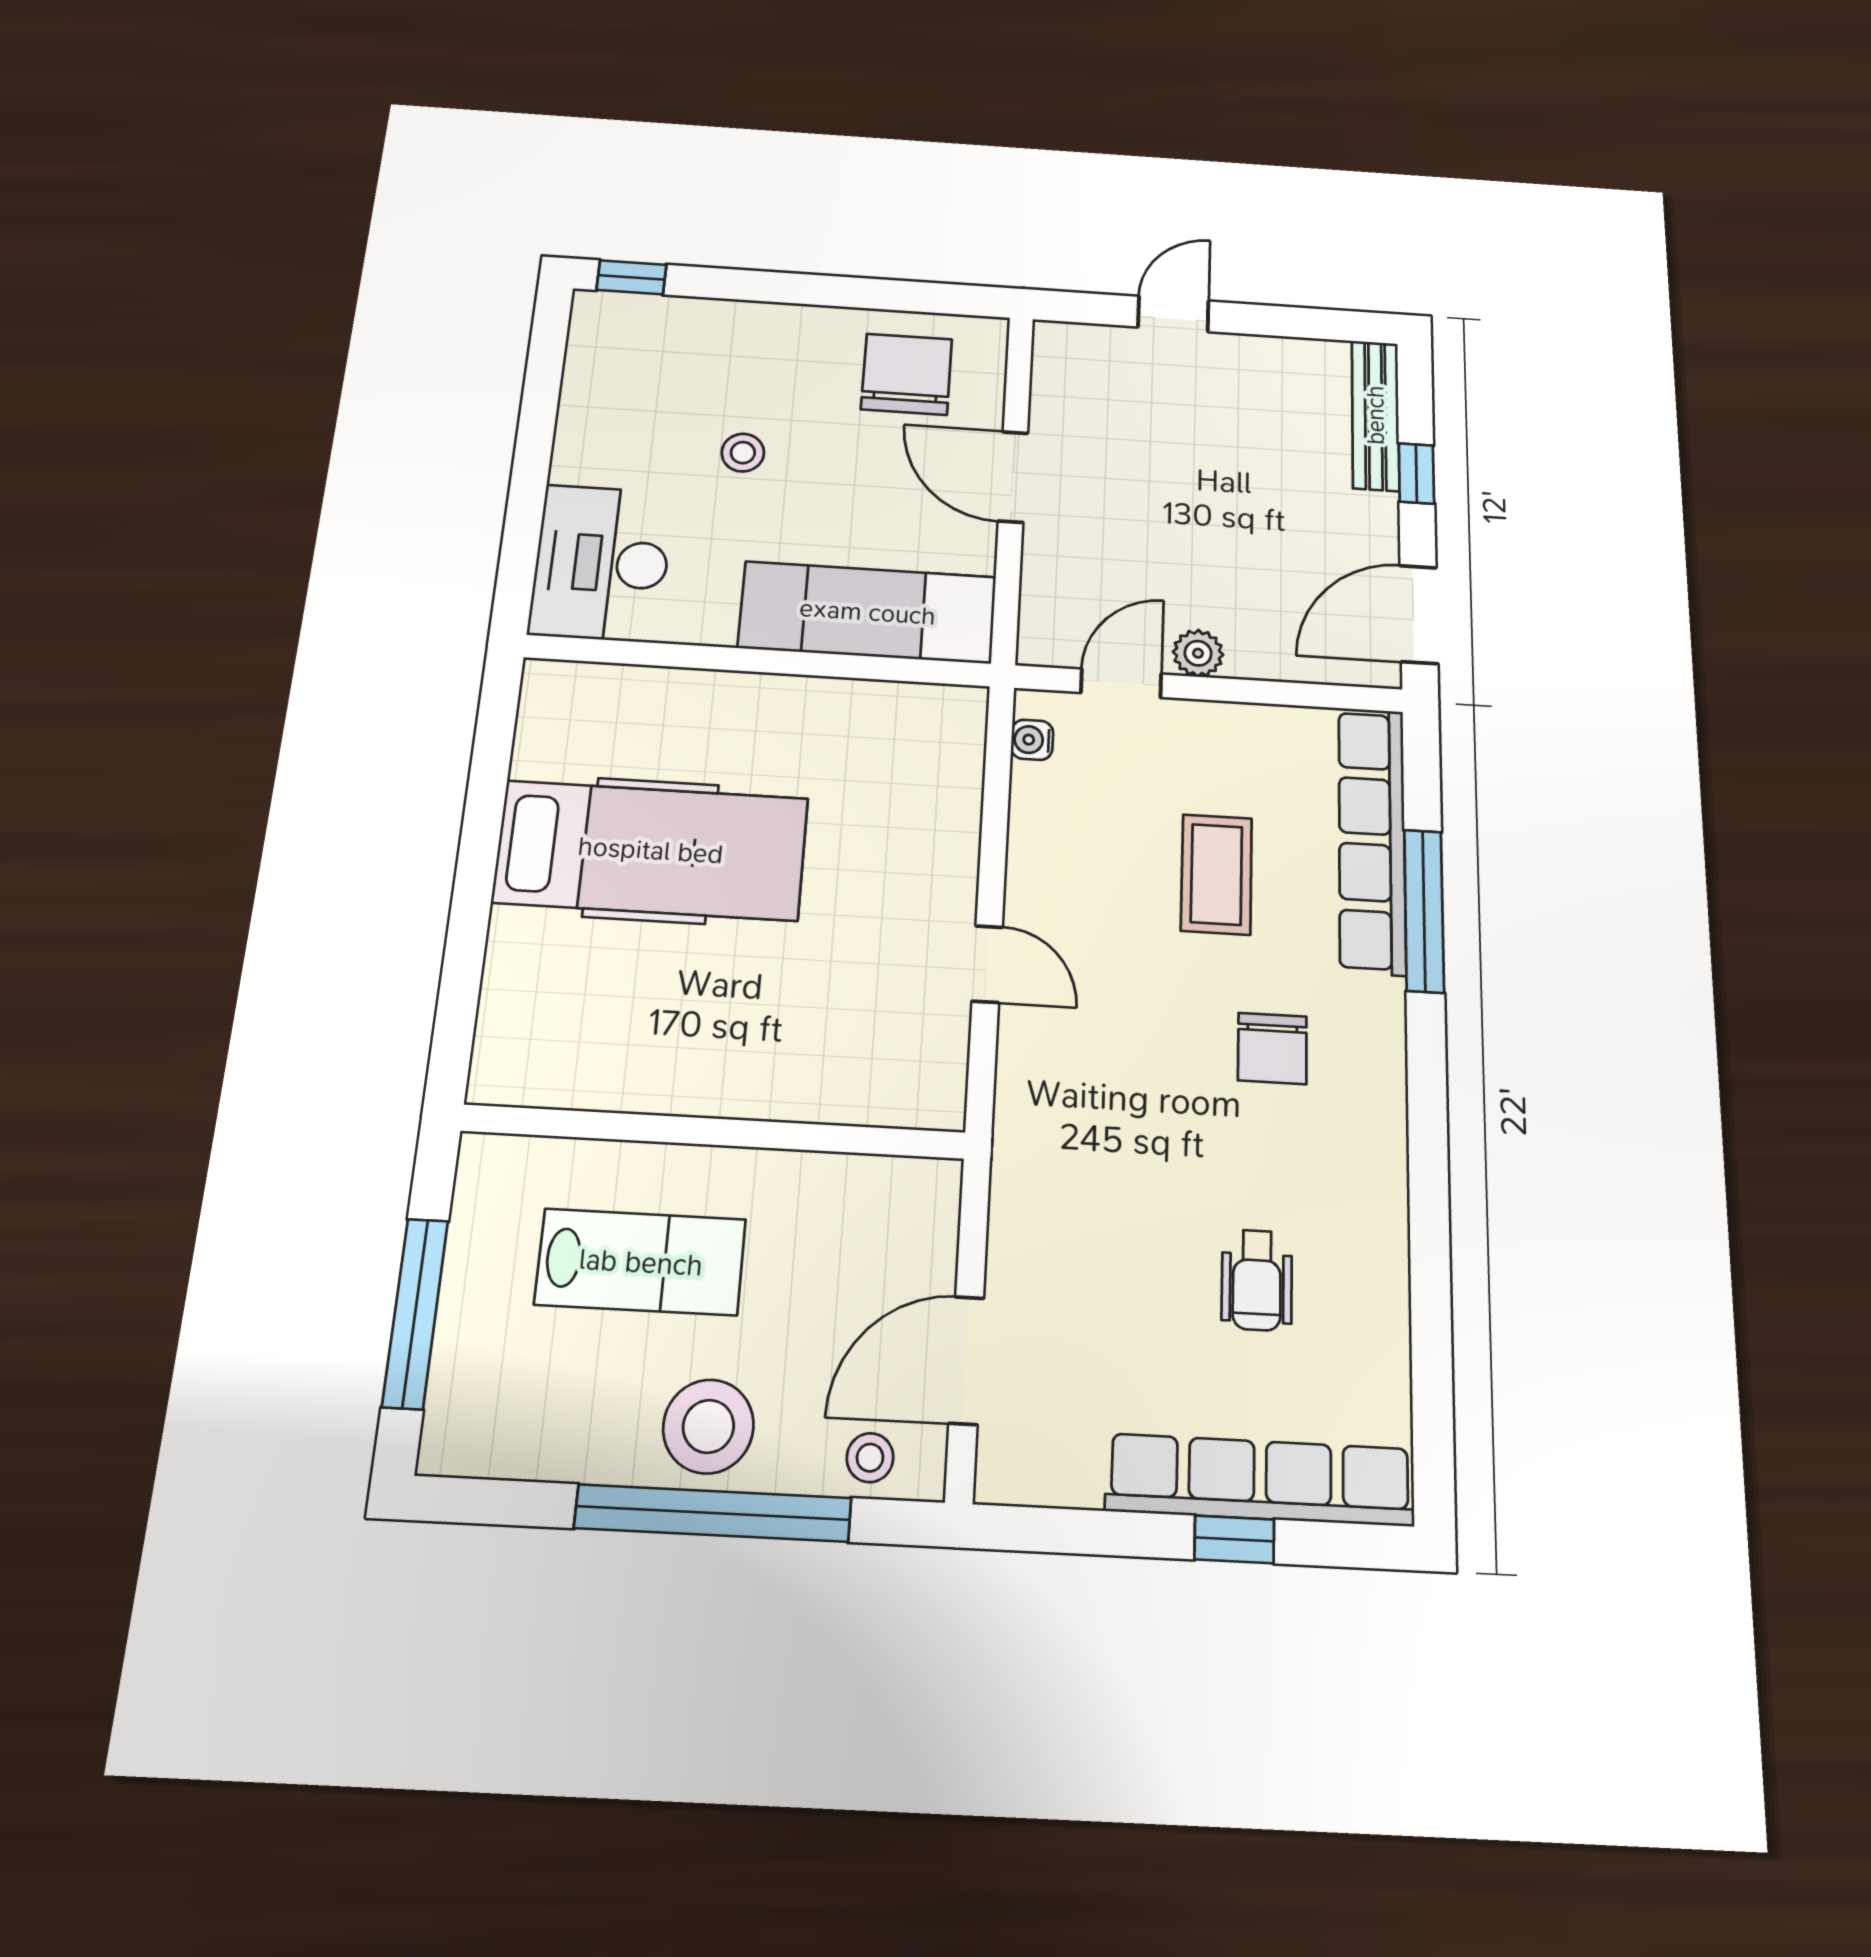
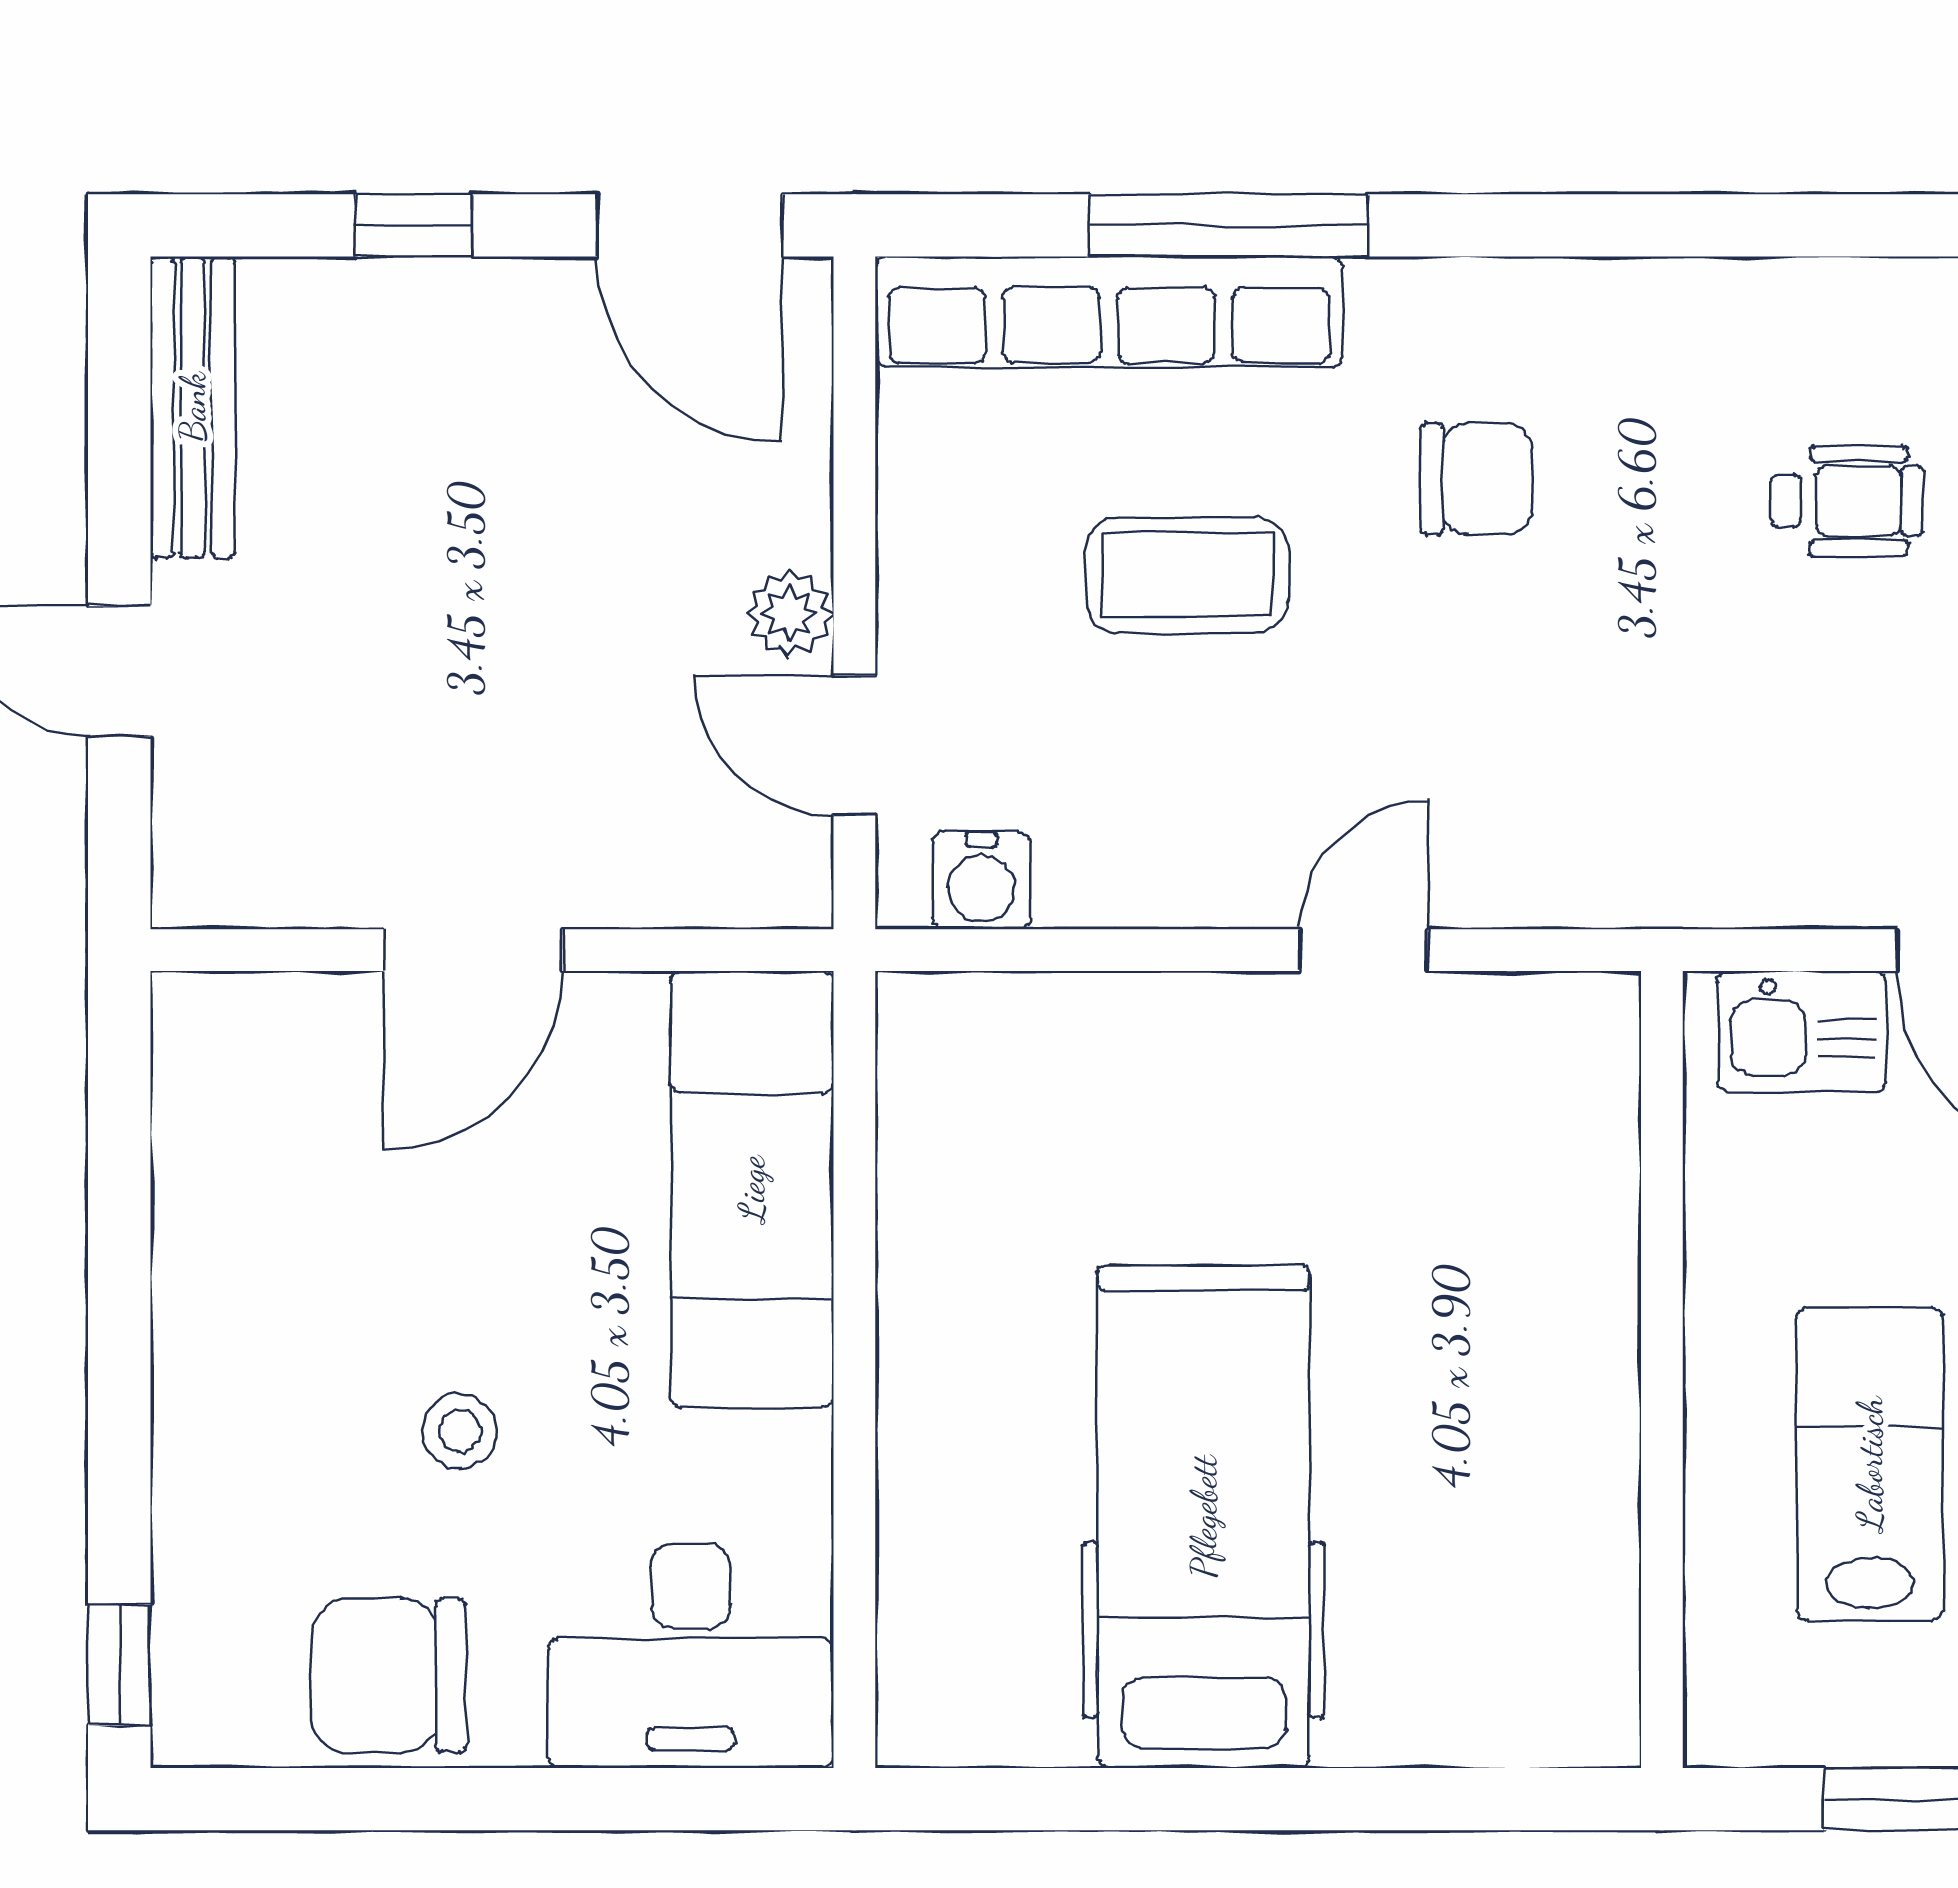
chair: (907, 374) -> (389, 1676), moved
bench: (1375, 415) -> (193, 407), moved, turned 90
water cooler: (1032, 740) -> (981, 881), width x1.38, depth x1.38
kitchen sink: (921, 1233) -> (1802, 1032), added

